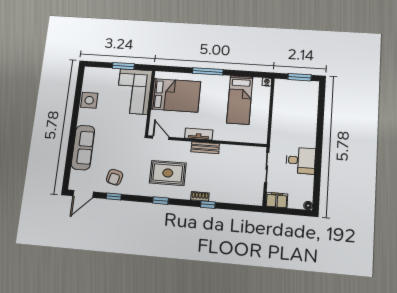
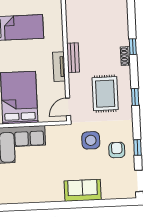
side table: (89, 100) -> (91, 140), moved
sofa: (83, 148) -> (83, 190), width x0.73
armchair: (115, 177) -> (117, 150), turned -104

